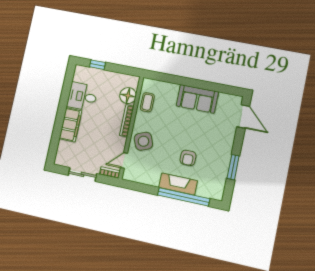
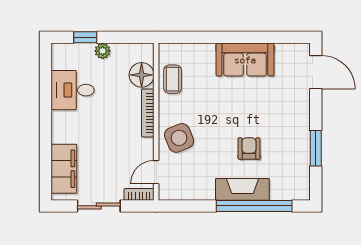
plant: (106, 75) -> (103, 51), added
filing cabinet: (70, 125) -> (64, 169), moved
armchair: (188, 158) -> (249, 149), turned 180

